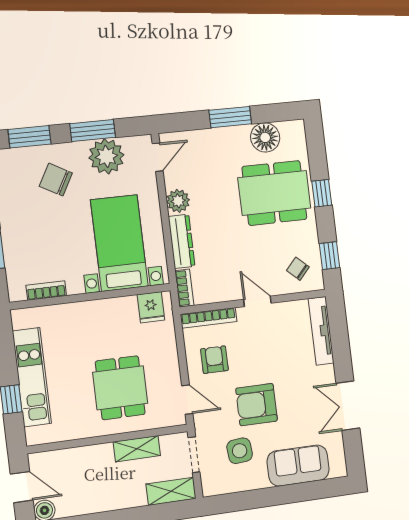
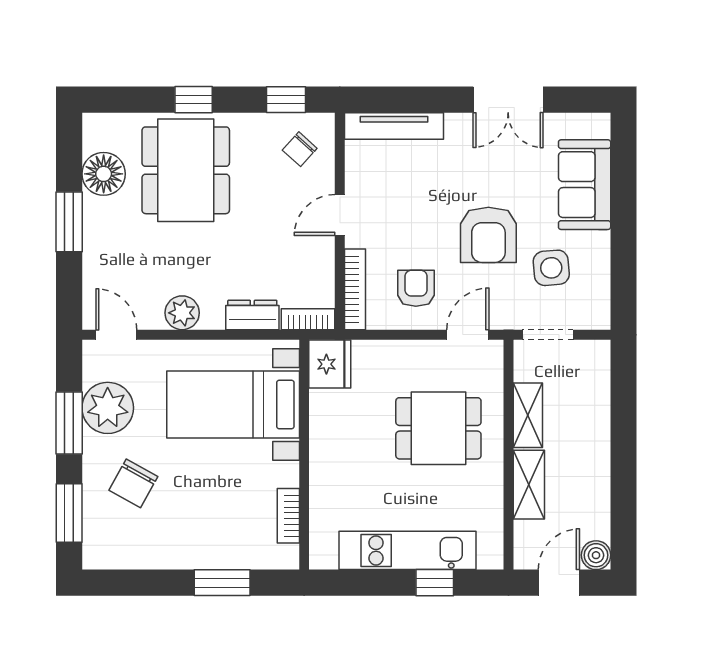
dresser: (182, 241) -> (252, 315), width x0.70
fridge: (151, 307) -> (330, 364), width x1.38
armchair: (214, 360) -> (416, 288), turned 90
shelving: (171, 491) -> (529, 485), moved

